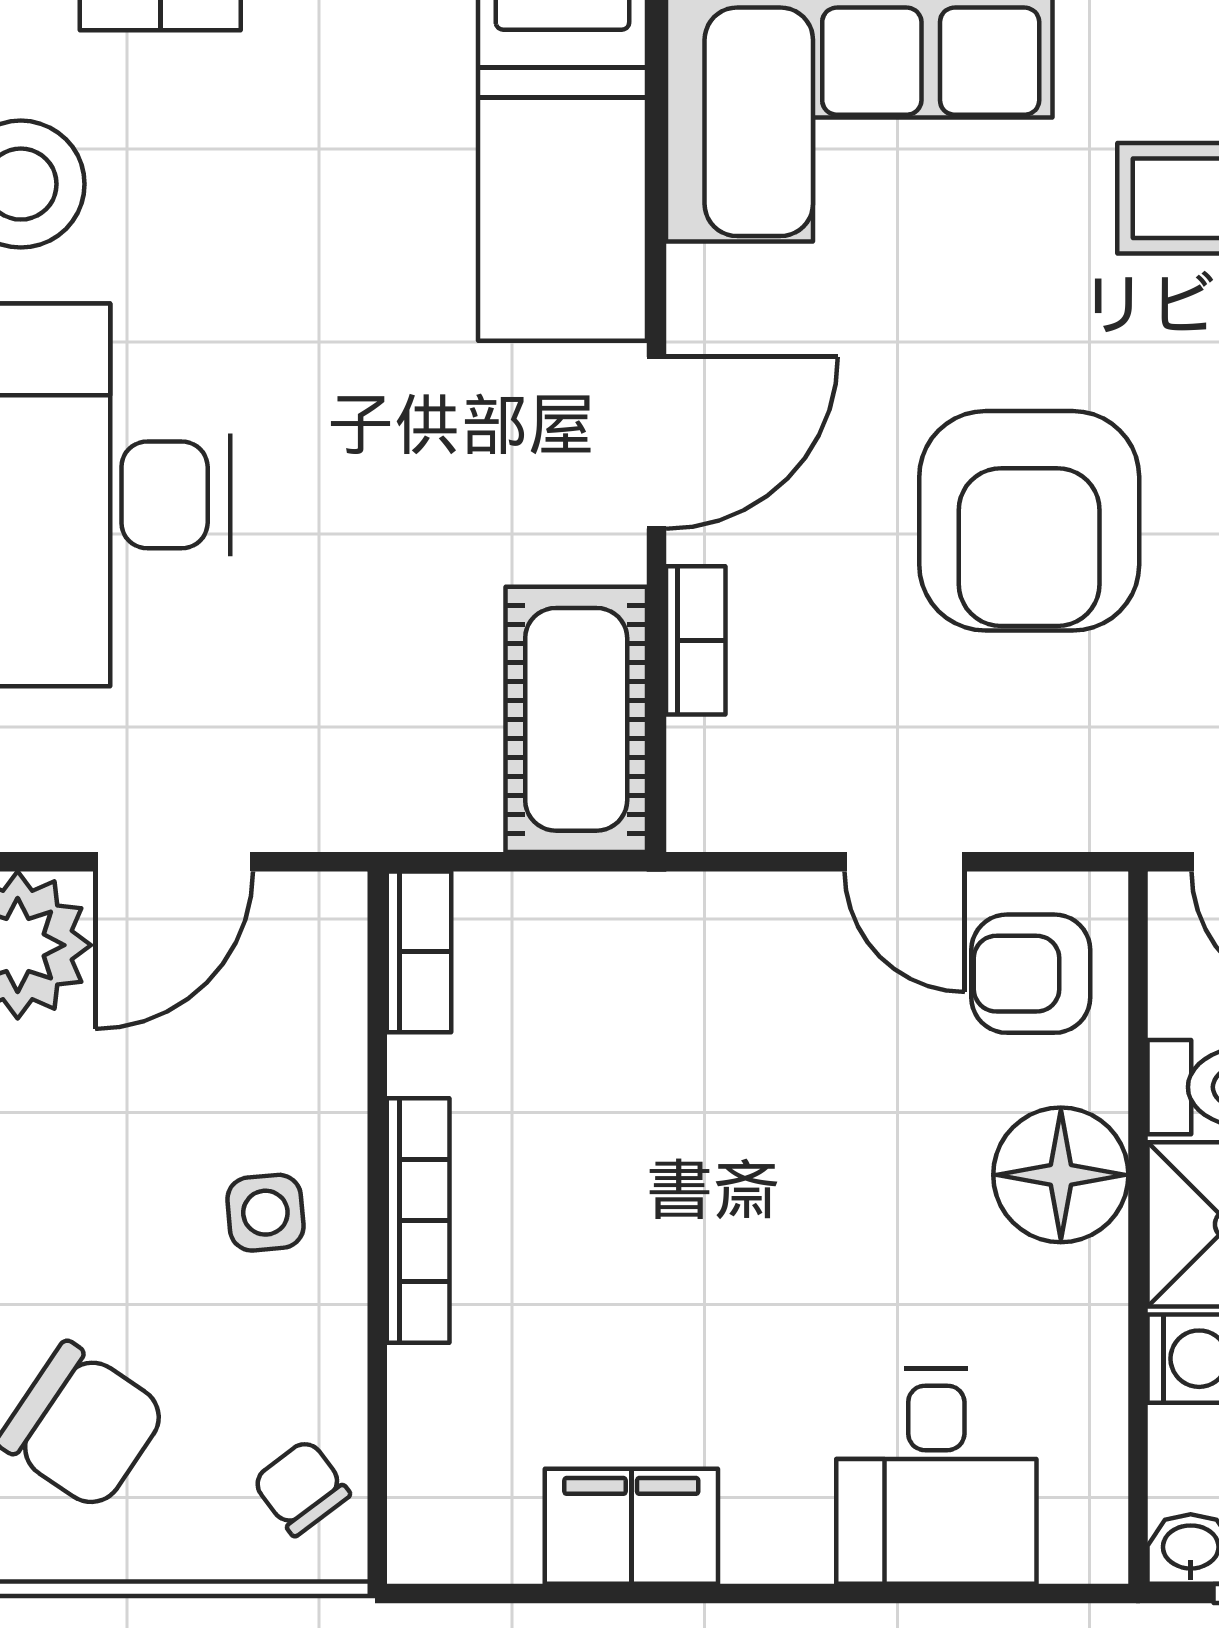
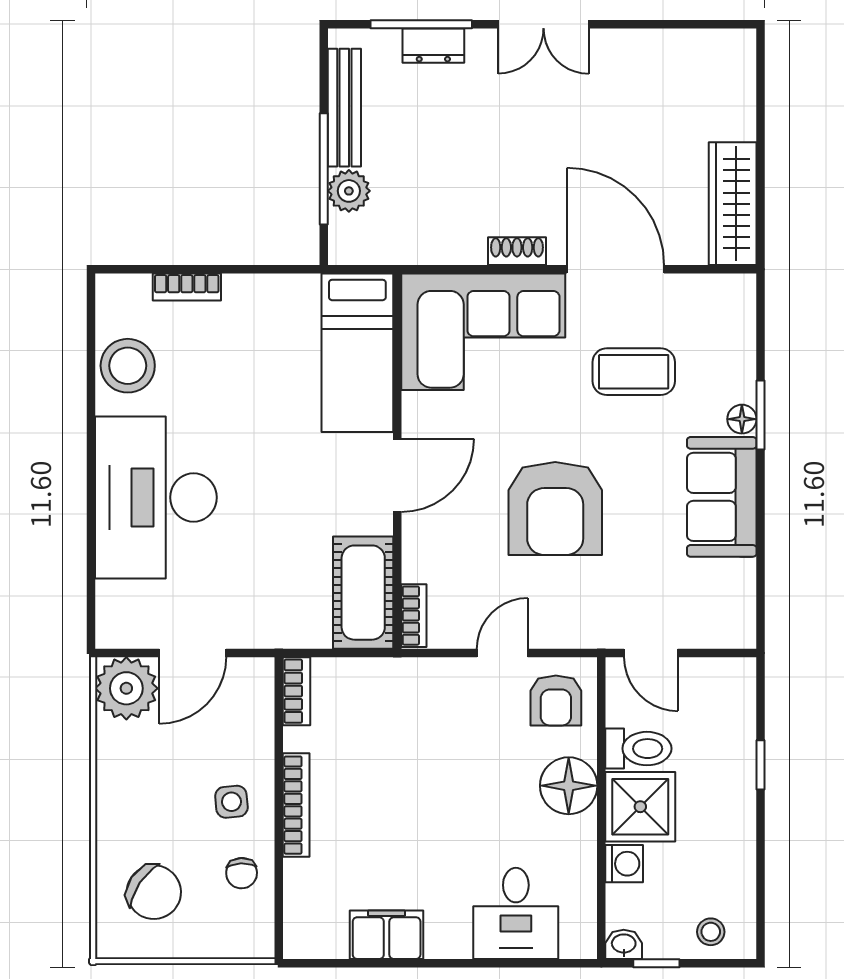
bookcase: (696, 640) -> (414, 616), moved
door: (905, 862) -> (502, 653), swing flipped
armchair: (1031, 974) -> (556, 700), turned -90
chair: (301, 1488) -> (242, 873), moved, turned -145

